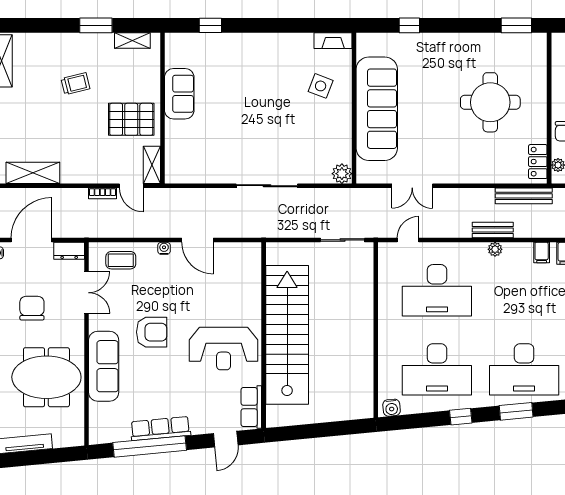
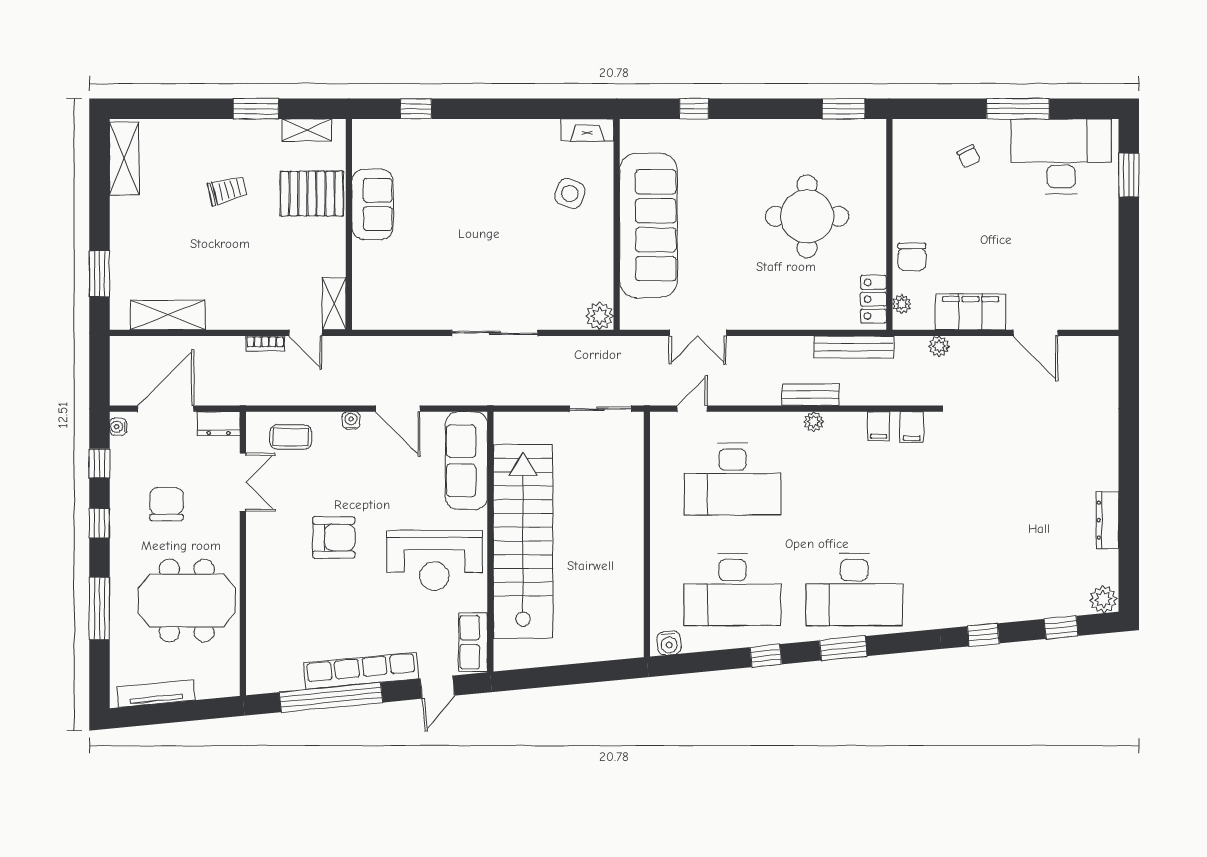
pallet: (131, 119) -> (312, 194), moved
sofa: (104, 366) -> (466, 461), moved, turned 180
row of seats: (160, 429) -> (361, 671), width x1.36

